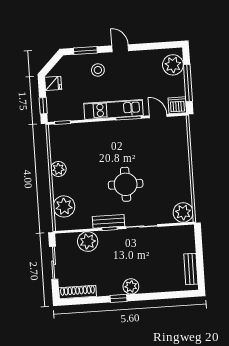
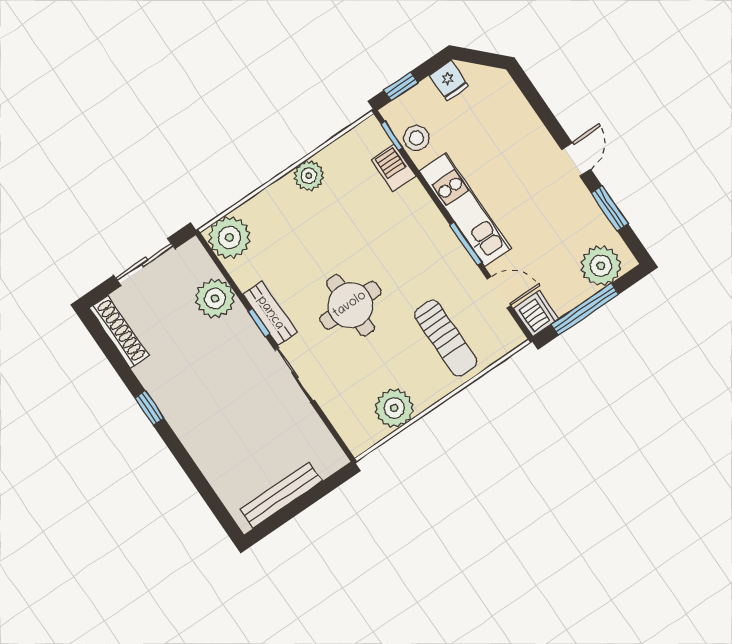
window: (85, 51) -> (610, 208), moved
stool: (98, 70) -> (416, 138), moved
door: (158, 116) -> (499, 292), hinge flipped
barbecue: (77, 130) -> (394, 168), added
sun lounger: (165, 151) -> (446, 338), added
plant: (64, 206) -> (229, 238), moved
plant: (183, 212) -> (394, 408), moved
bench: (191, 269) -> (281, 495), width x1.36
plant: (131, 286) -> (182, 417), removed

